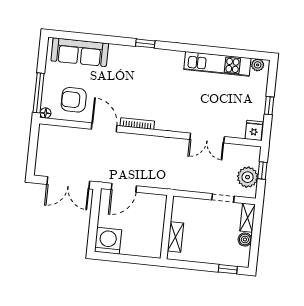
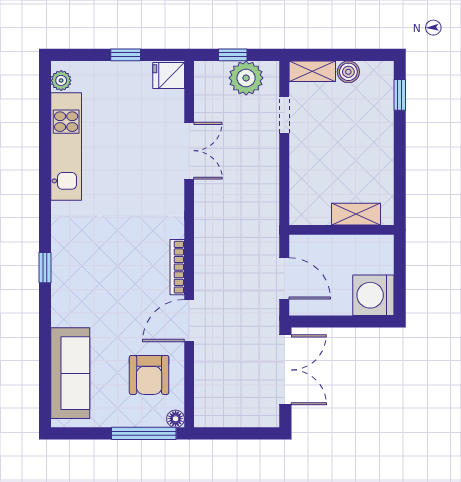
wall: (167, 227) -> (341, 230), moved
shelving: (176, 237) -> (356, 214), moved

